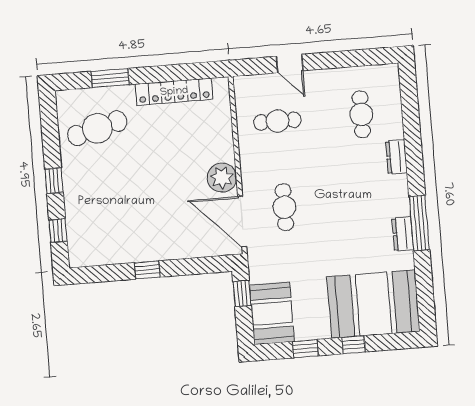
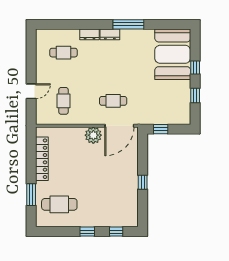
cafe table: (97, 128) -> (59, 204), turned -75
dresser: (403, 234) -> (110, 34), moved
booth: (272, 313) -> (173, 113), removed

